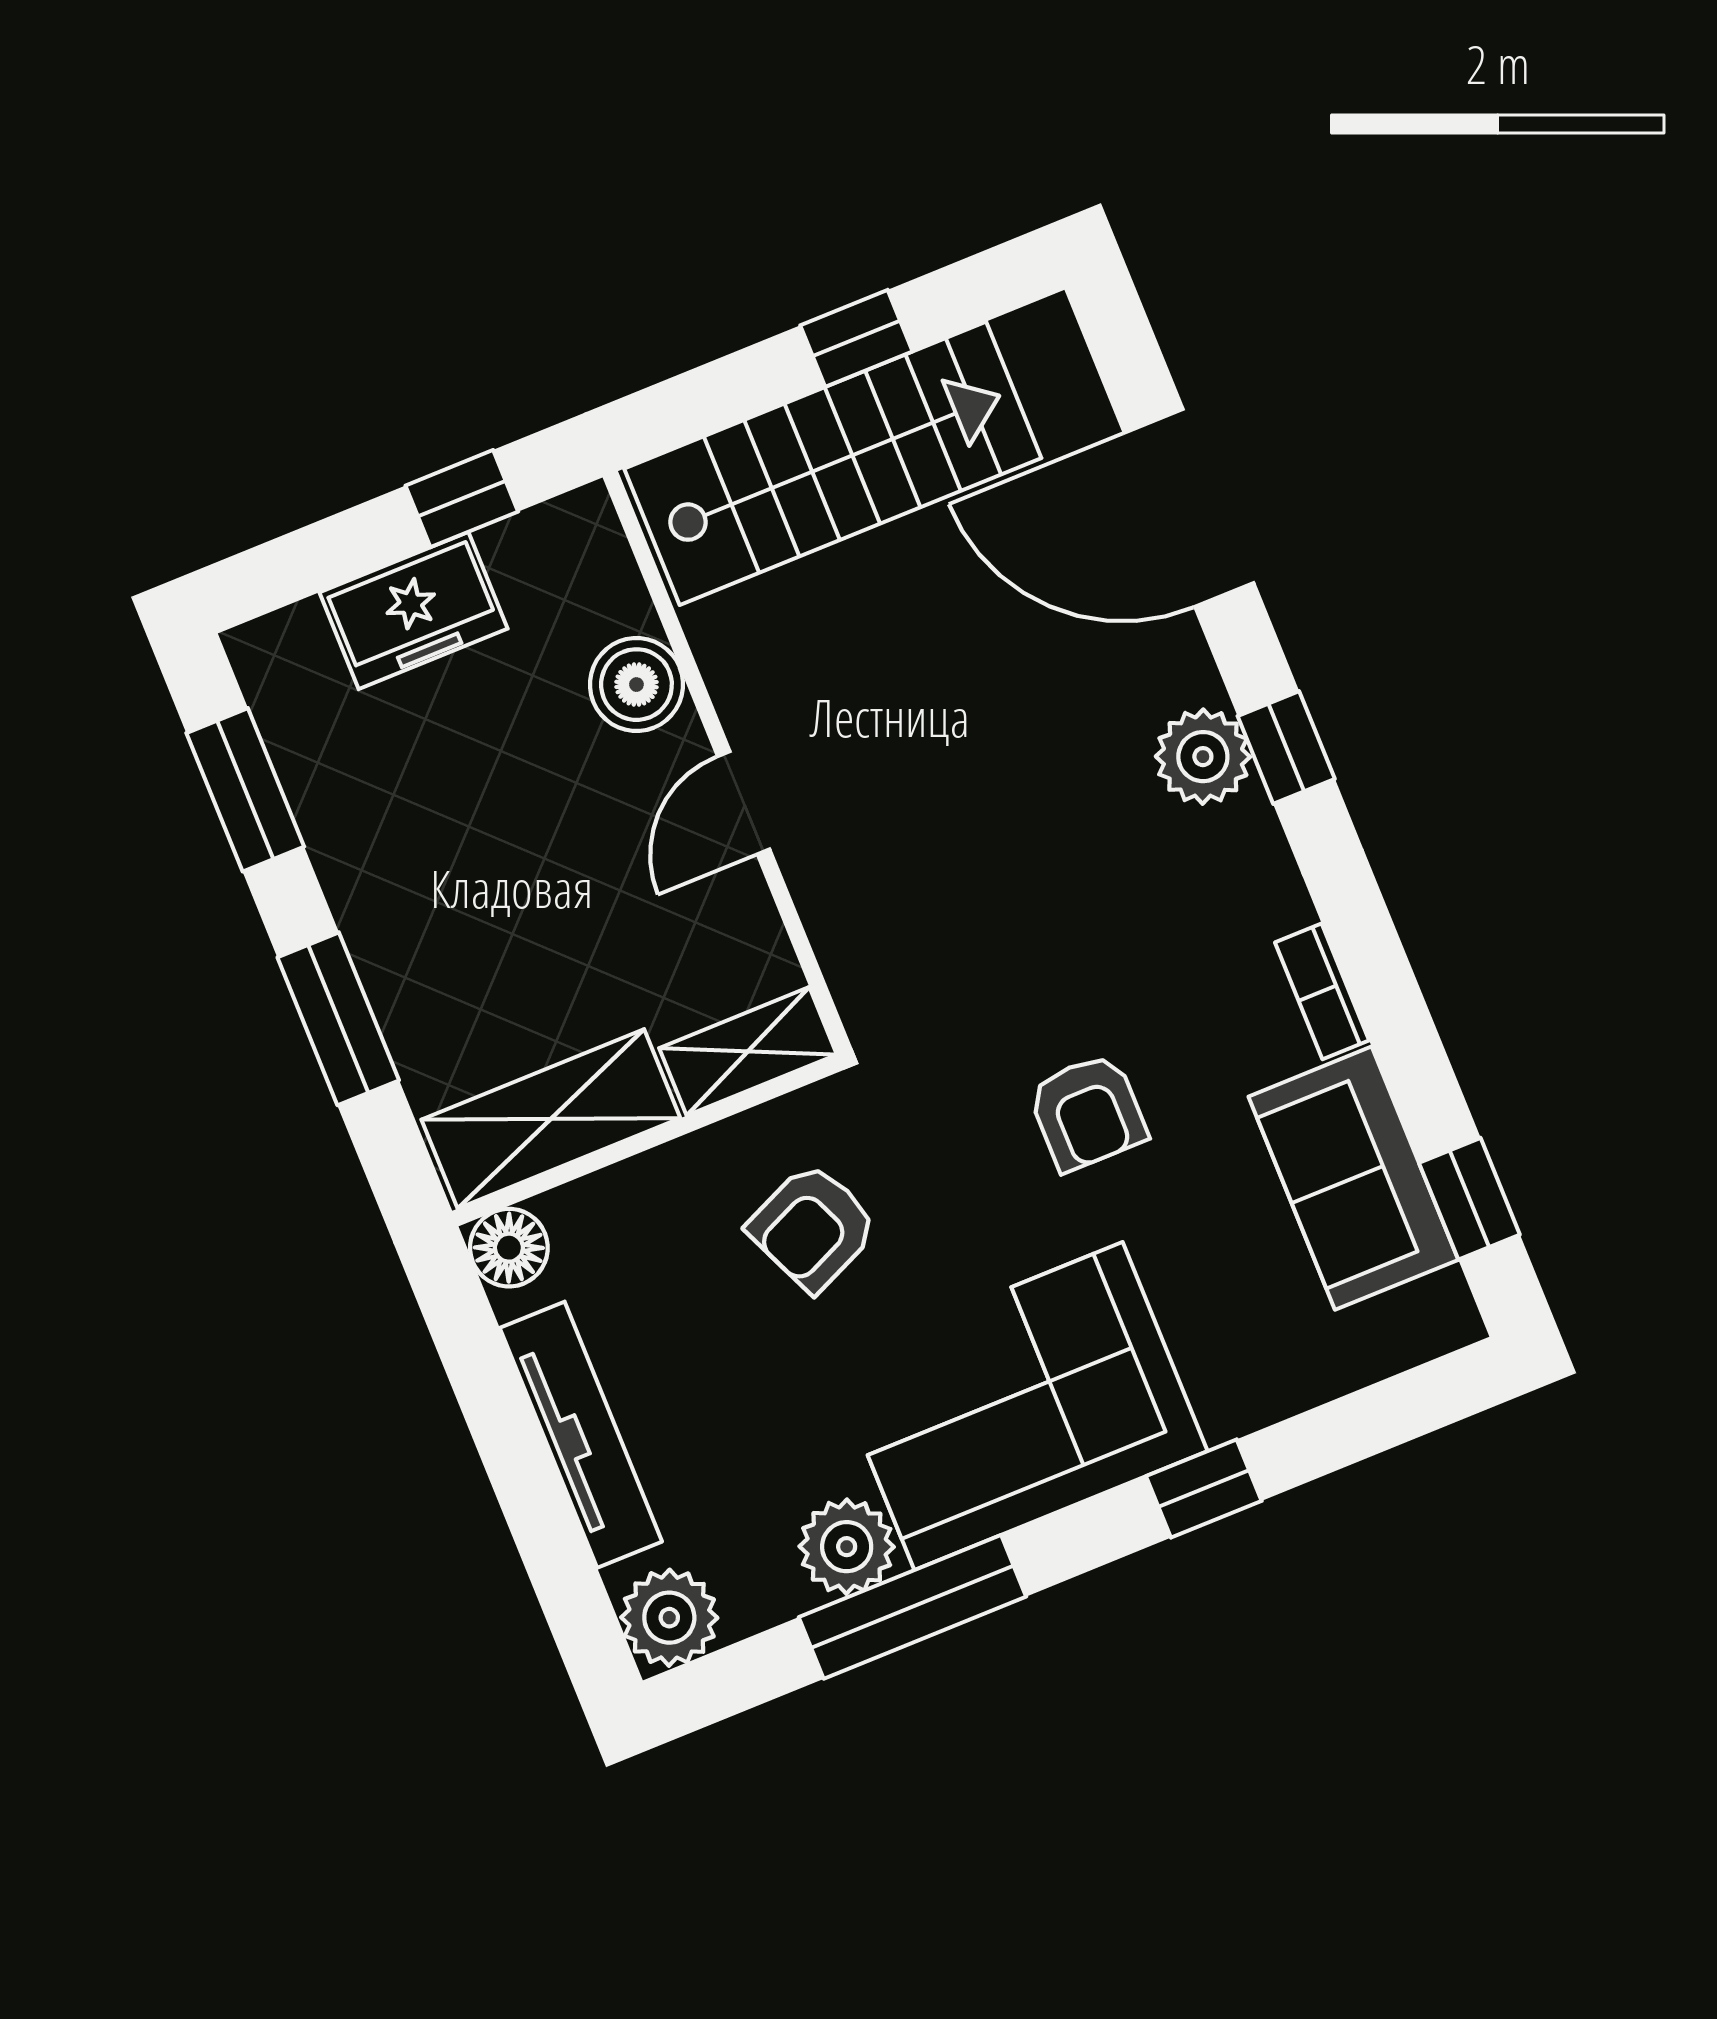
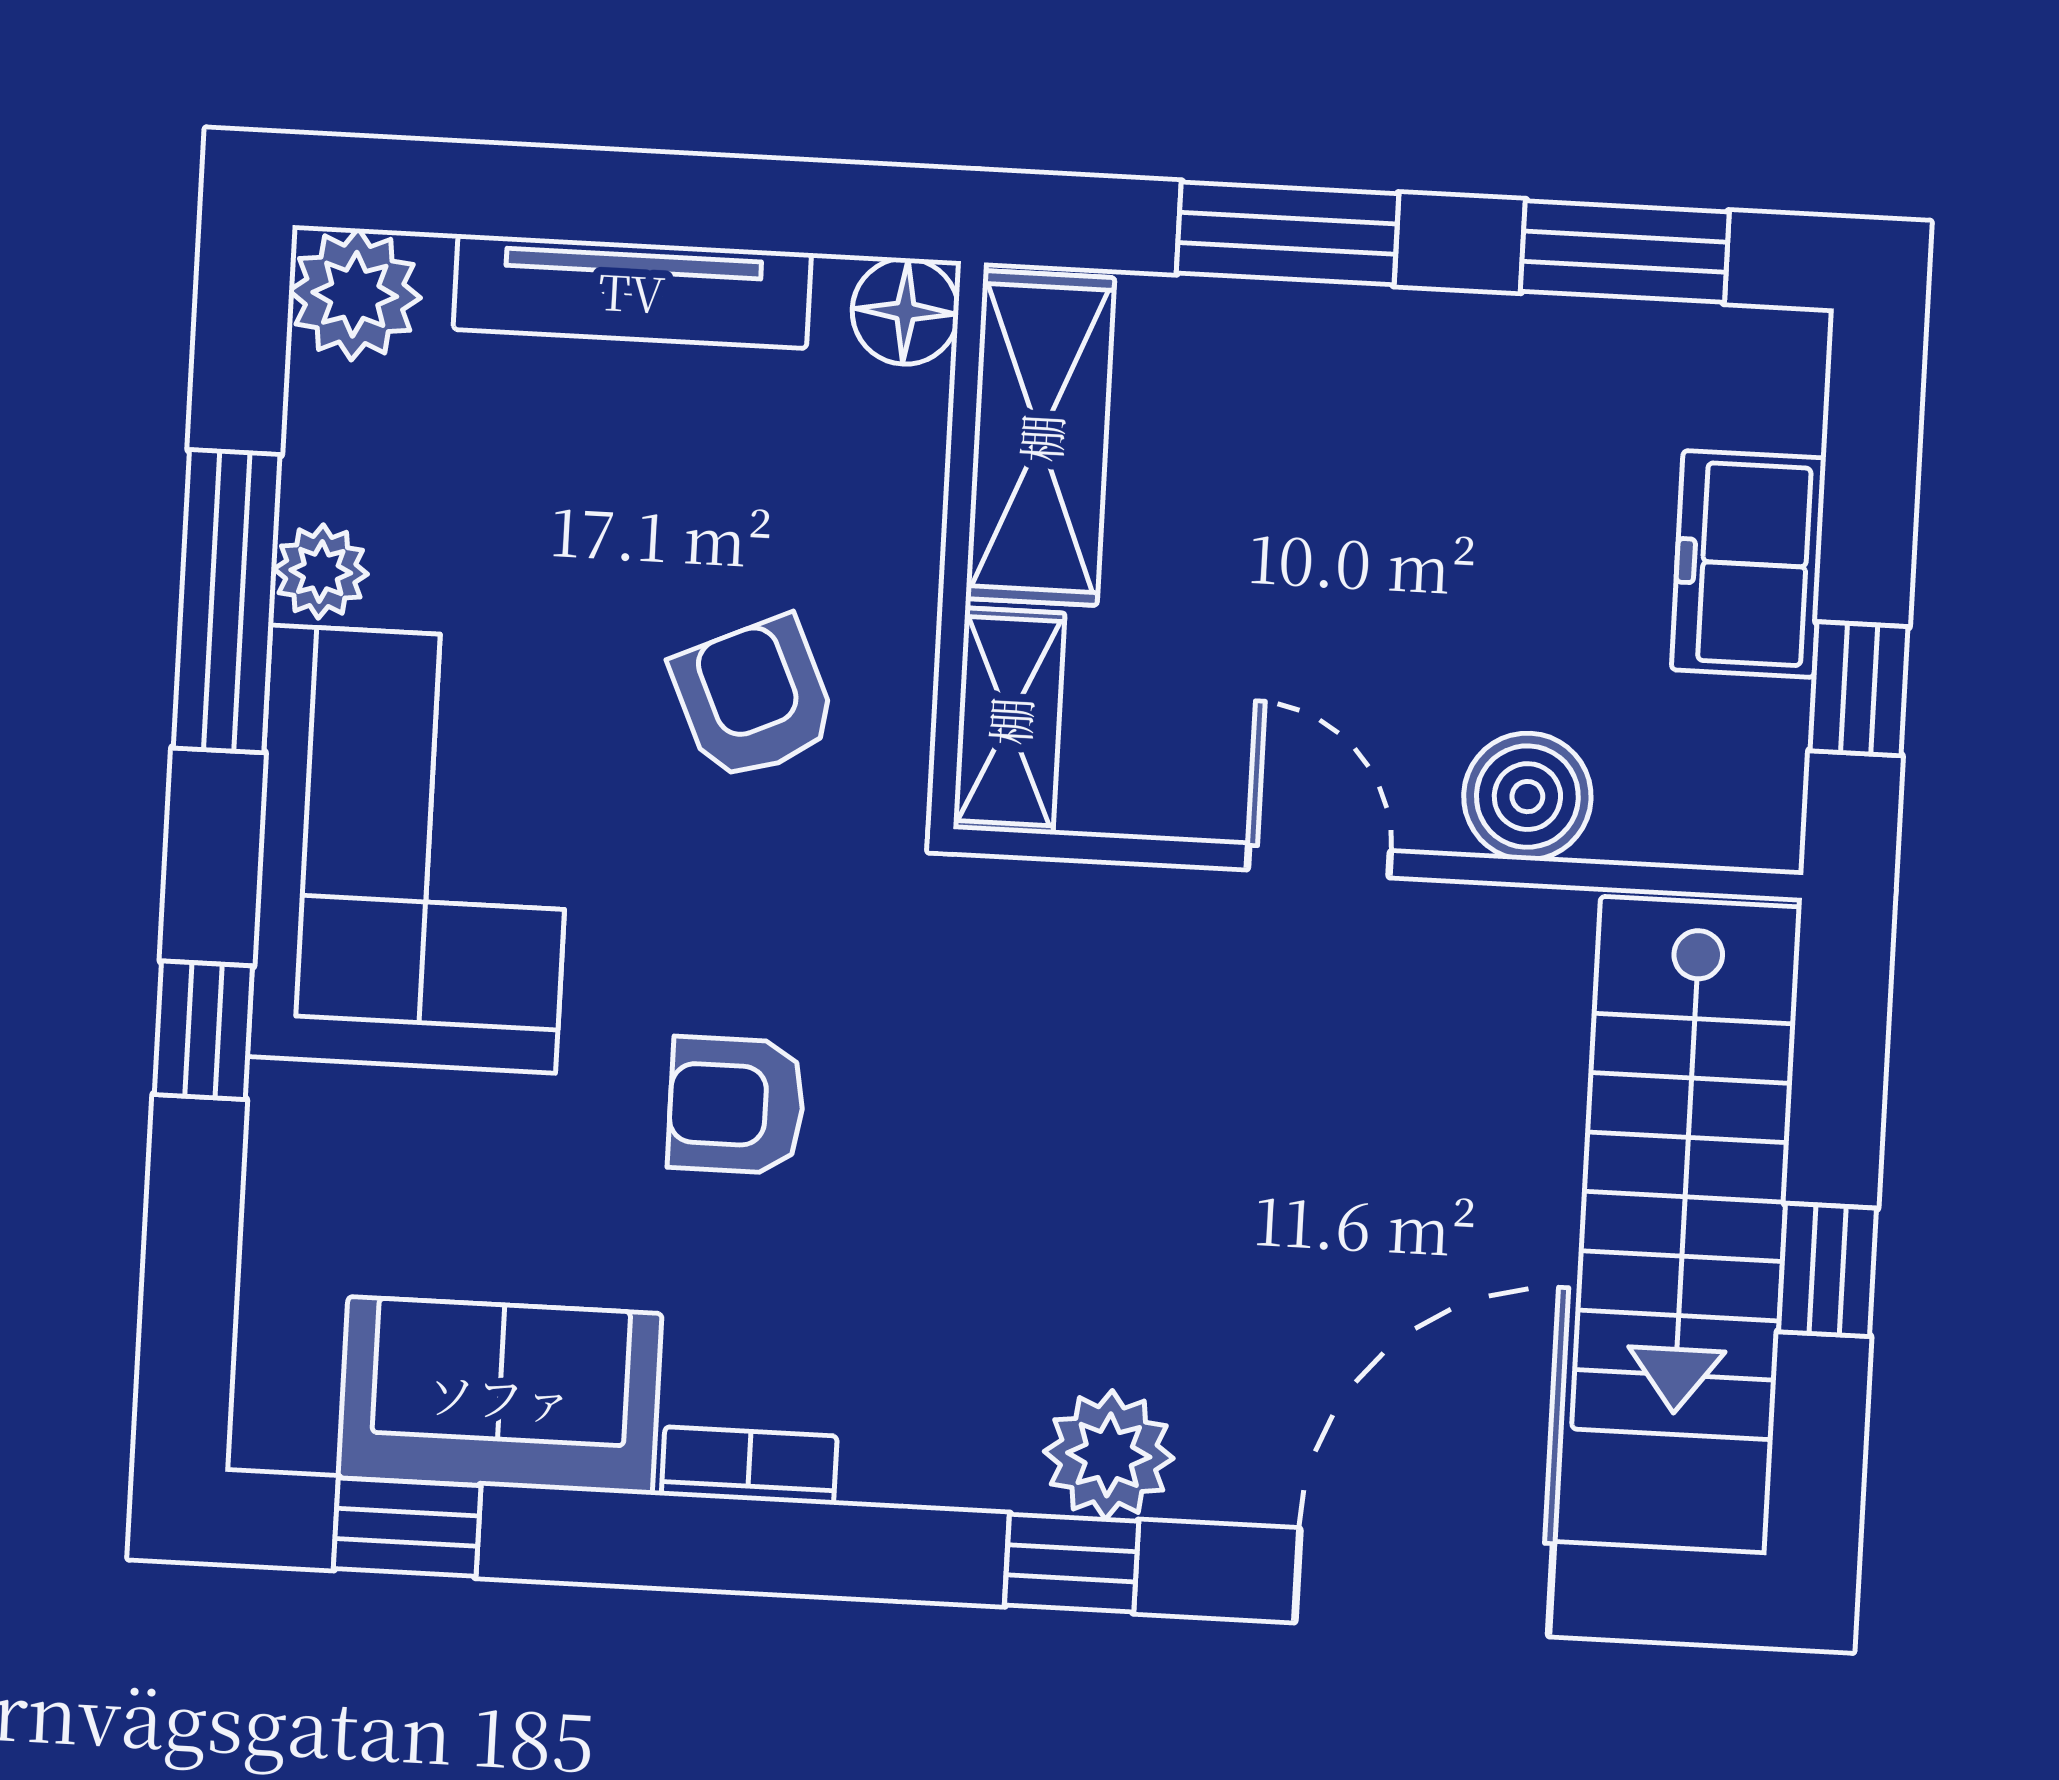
plant: (847, 1547) -> (321, 572), width x0.73, depth x0.73

